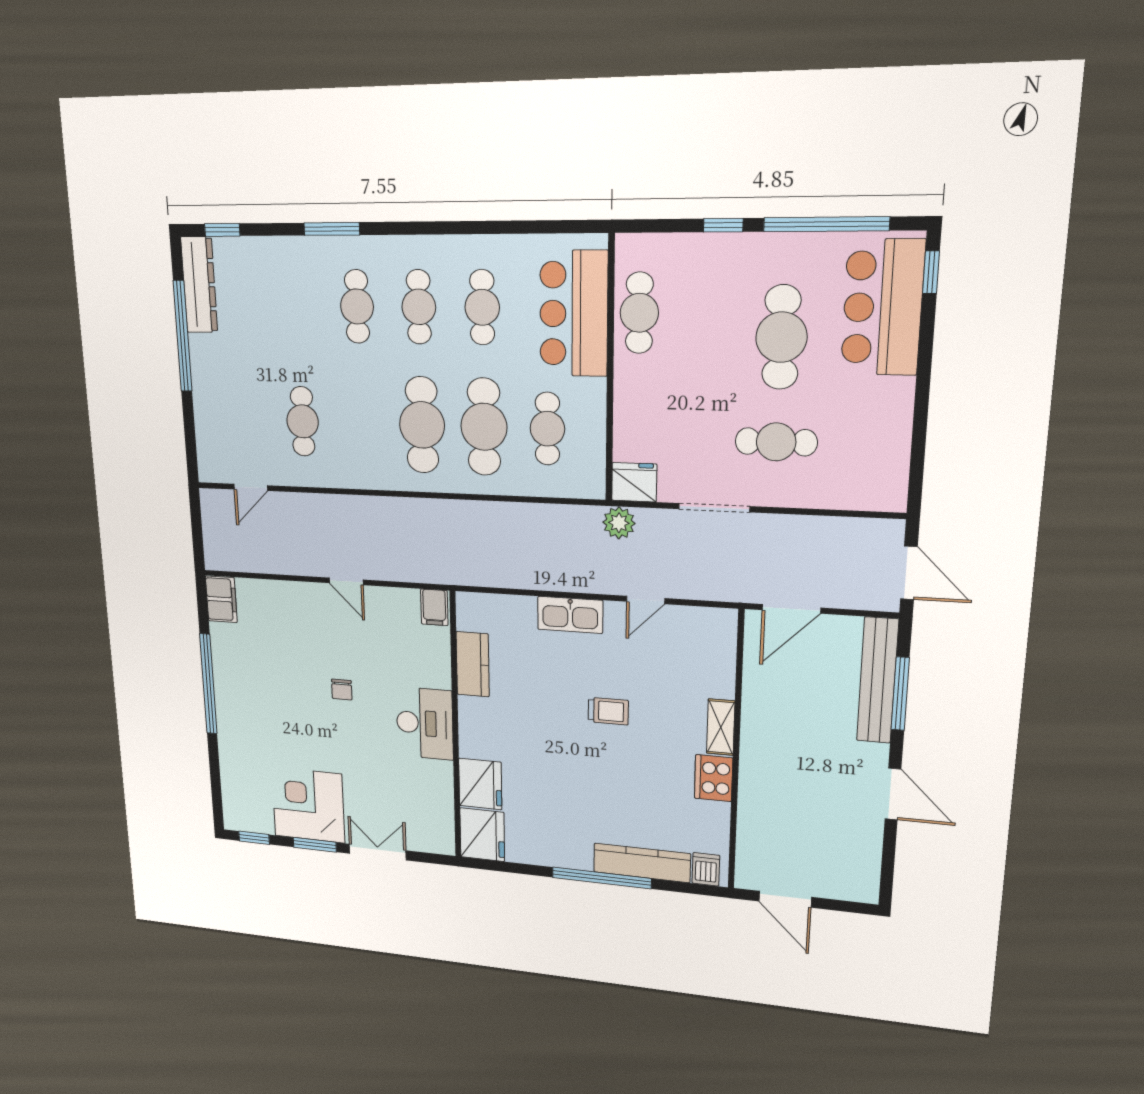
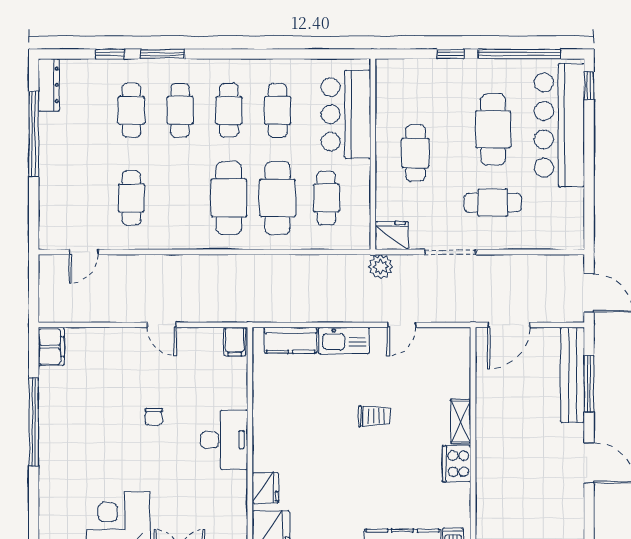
window: (222, 230) -> (110, 54), moved
dresser: (199, 285) -> (49, 85), width x0.73, depth x0.80
cafe table: (297, 306) -> (131, 110), added
bar counter: (883, 307) -> (559, 125), width x1.36
cafe table: (639, 313) -> (415, 153), moved
kitchen counter: (473, 664) -> (291, 340), moved, turned 90
fridge: (480, 784) -> (265, 488), width x0.73, depth x0.75

